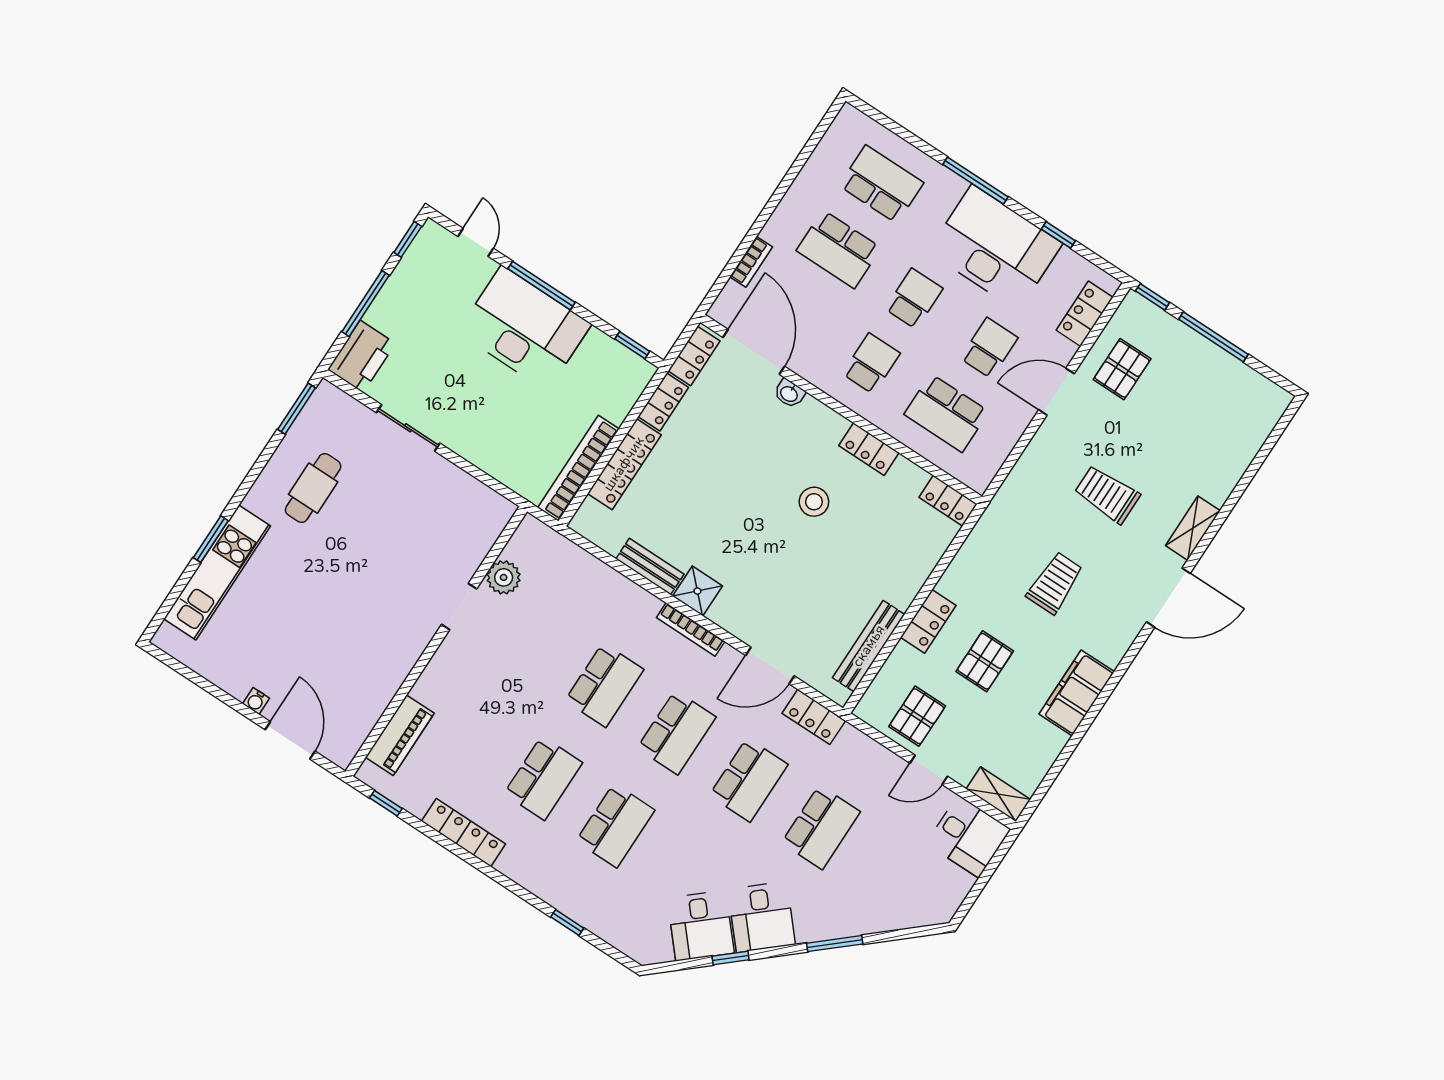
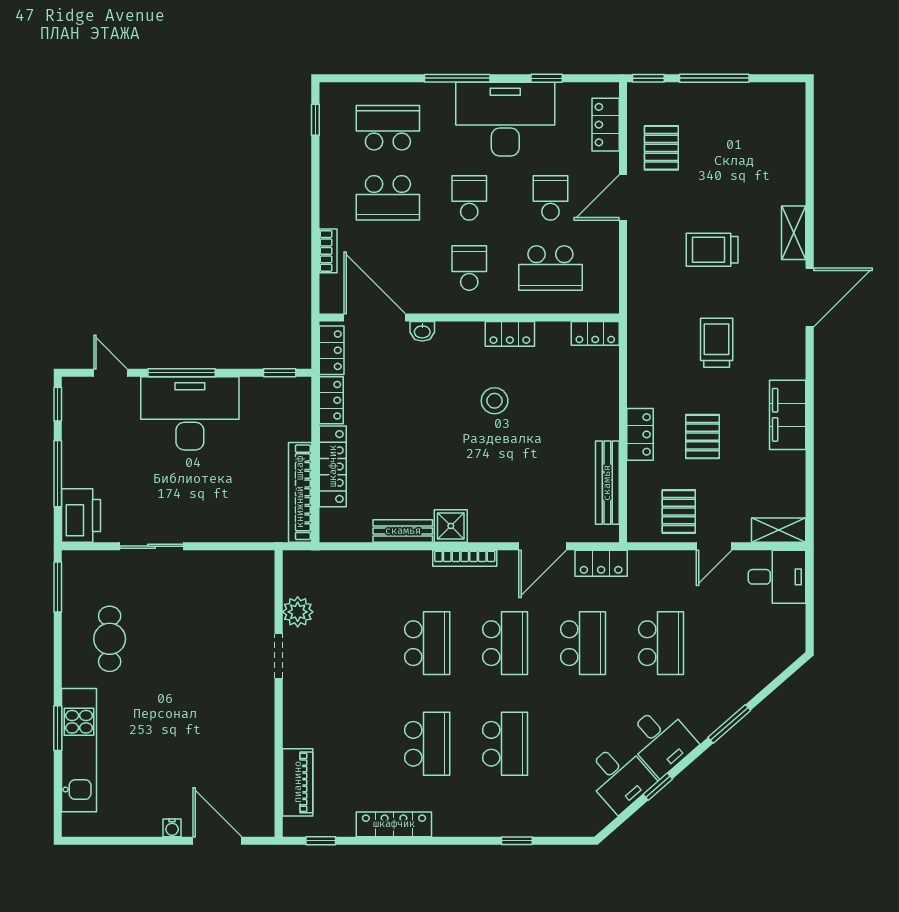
window: (819, 133) -> (315, 120), added

